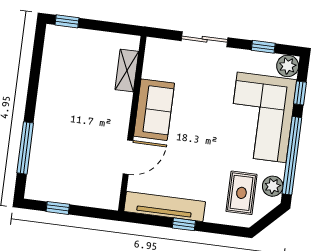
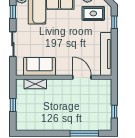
window: (67, 21) -> (13, 105), moved
sofa: (154, 110) -> (39, 67), moved
window: (184, 224) -> (114, 22), moved

